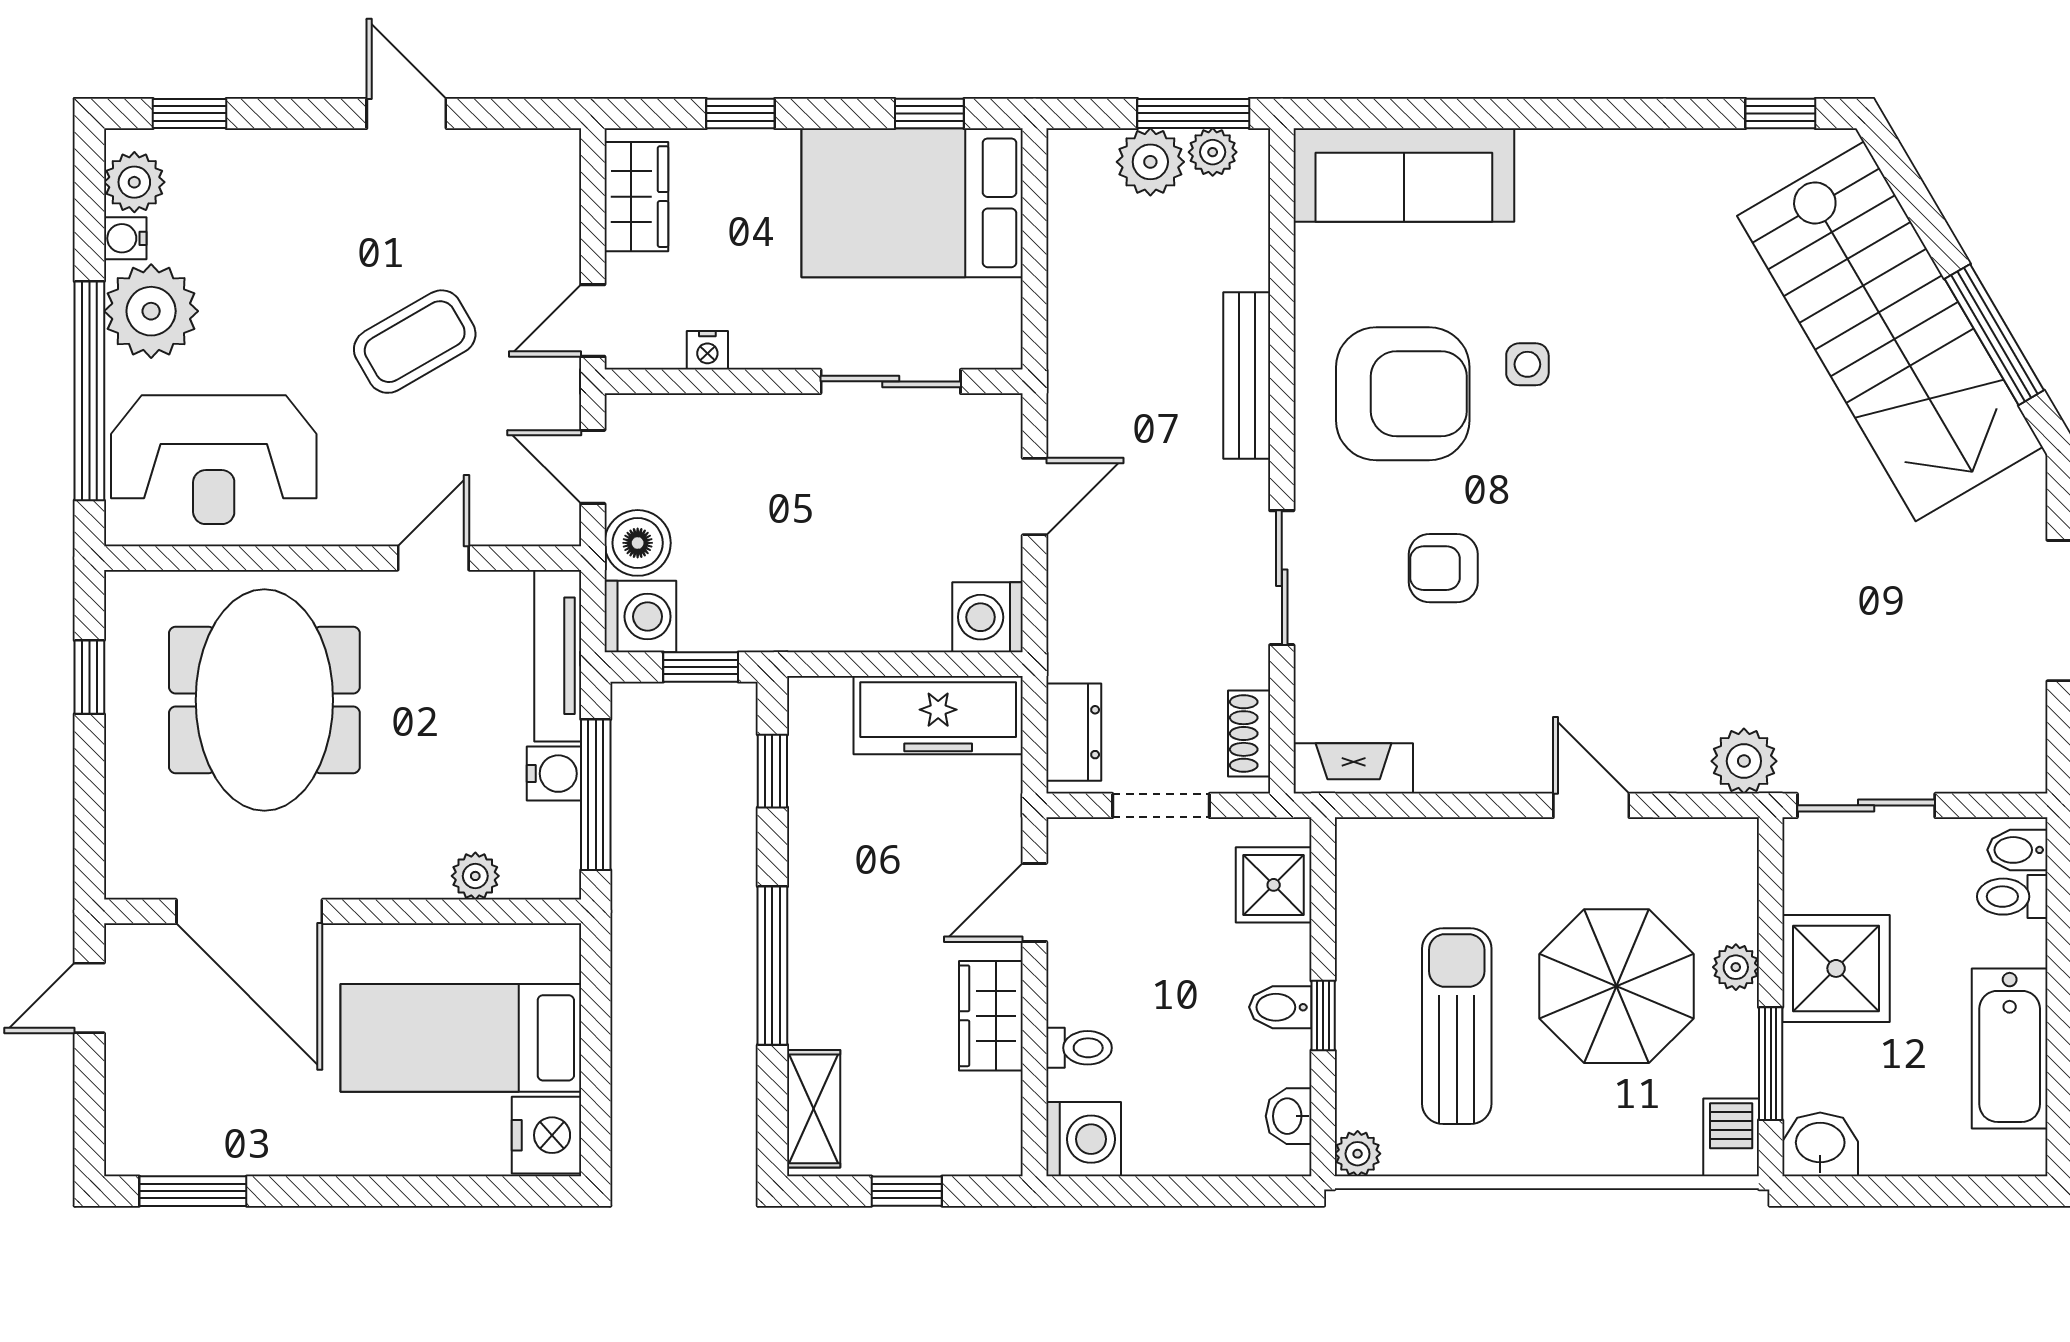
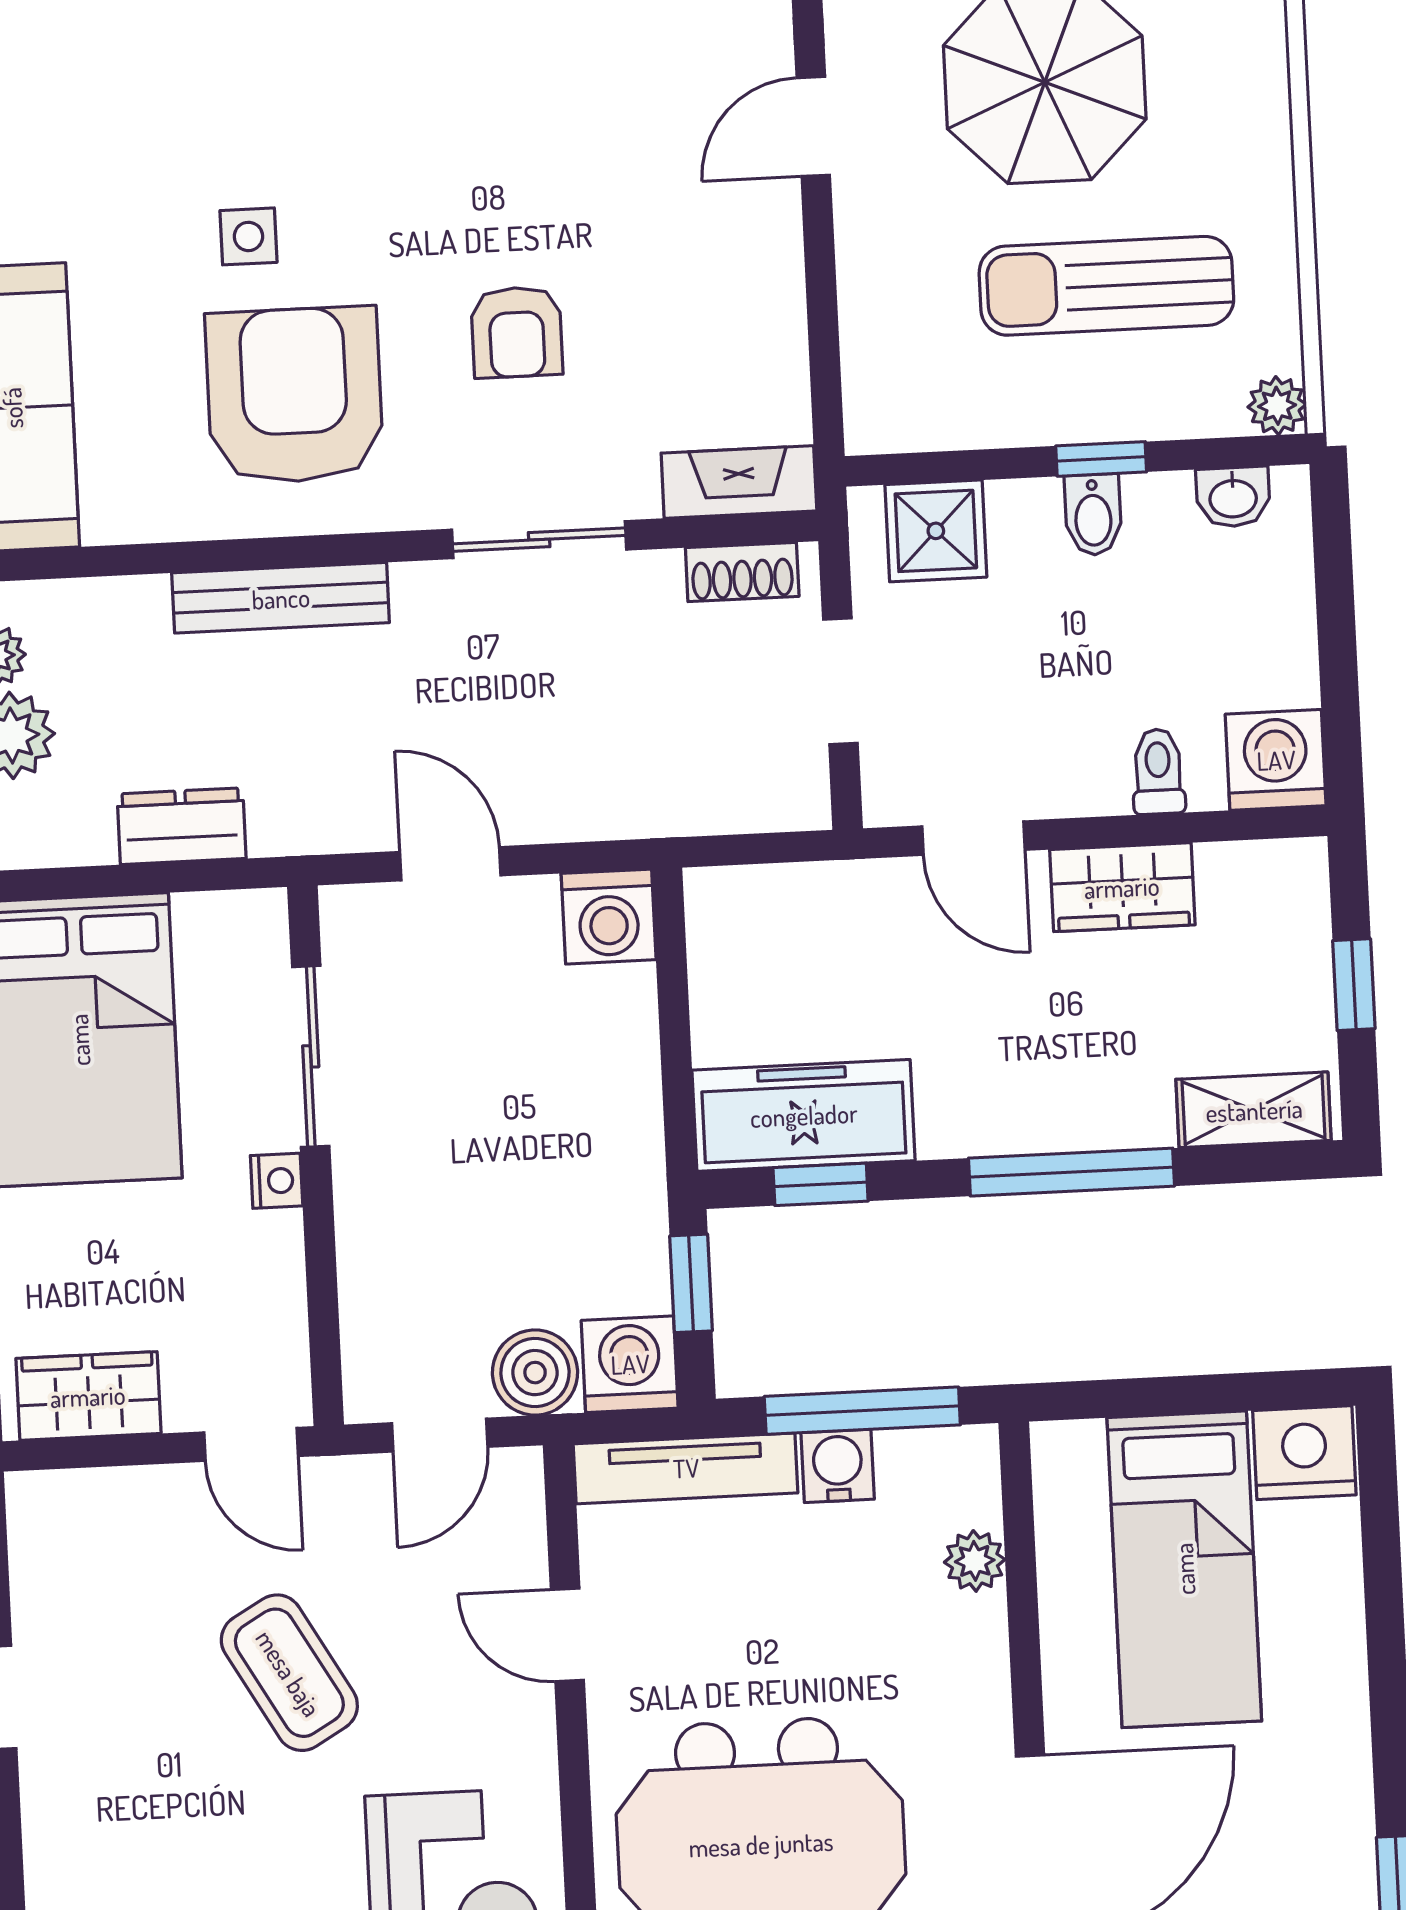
nightstand: (707, 350) -> (277, 1181), moved
freezer: (938, 715) -> (804, 1115), moved, turned -90
dresser: (1074, 732) -> (182, 826), moved
fireplace: (1354, 768) -> (739, 482), moved, turned 90

